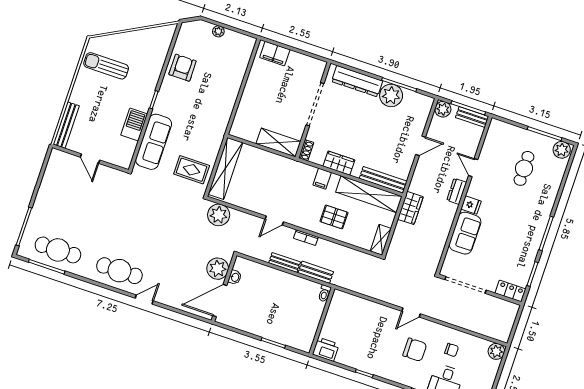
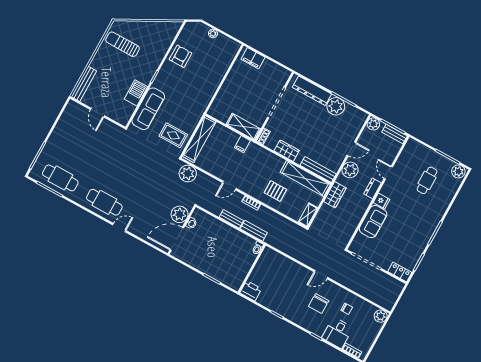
plant: (424, 173) -> (350, 170), added
filing cabinet: (322, 179) -> (242, 144), moved
chair: (415, 350) -> (319, 304), turned 90

